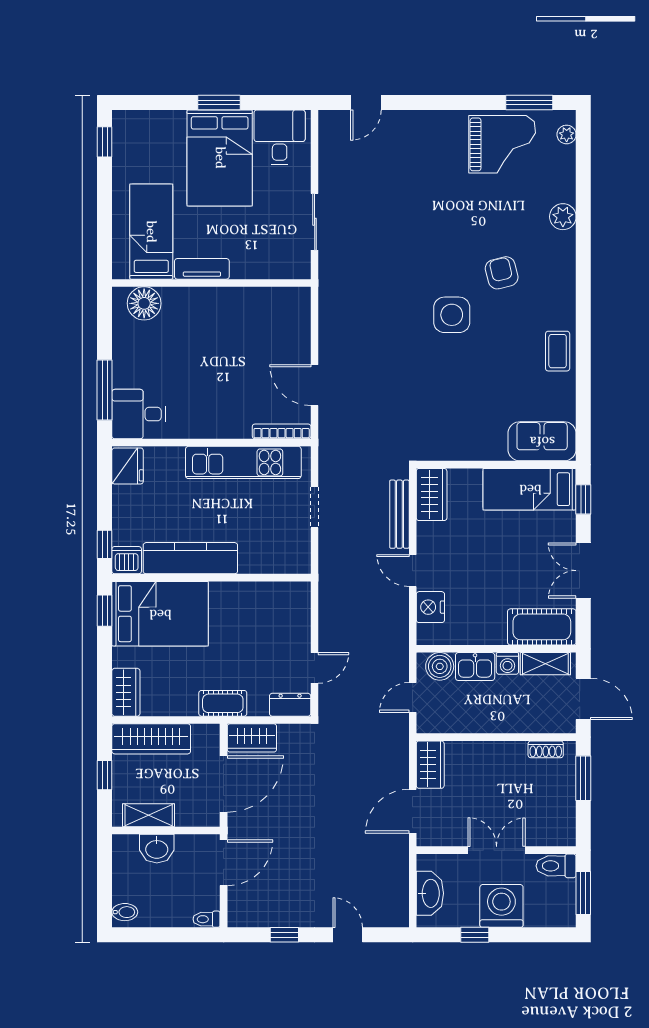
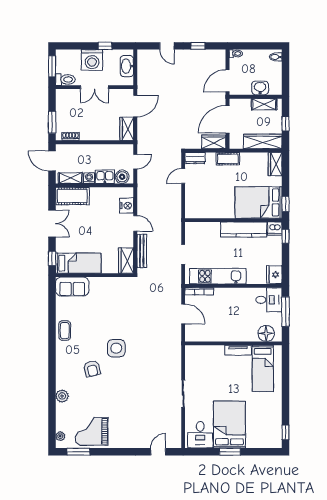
bed: (151, 232) -> (263, 368), moved
tv unit: (202, 269) -> (238, 350), moved
wall: (211, 283) -> (233, 343), moved
floor lamp: (144, 303) -> (266, 333), moved

